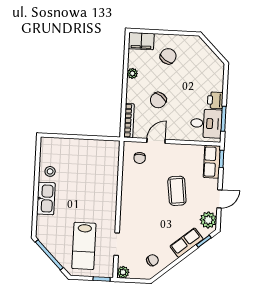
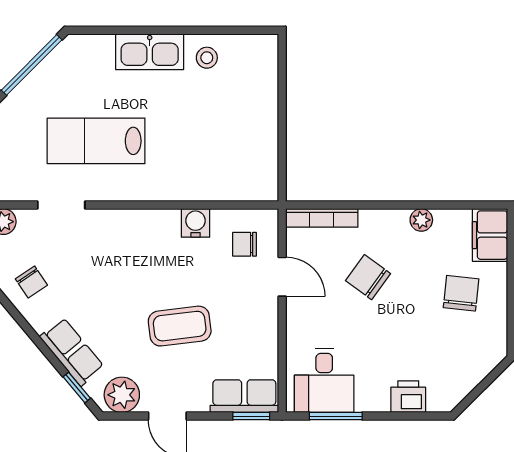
chair: (168, 56) -> (461, 293), turned -118
printer: (215, 100) -> (408, 397), moved
water cooler: (128, 181) -> (195, 223), added
lab bench: (84, 246) -> (96, 141), moved

